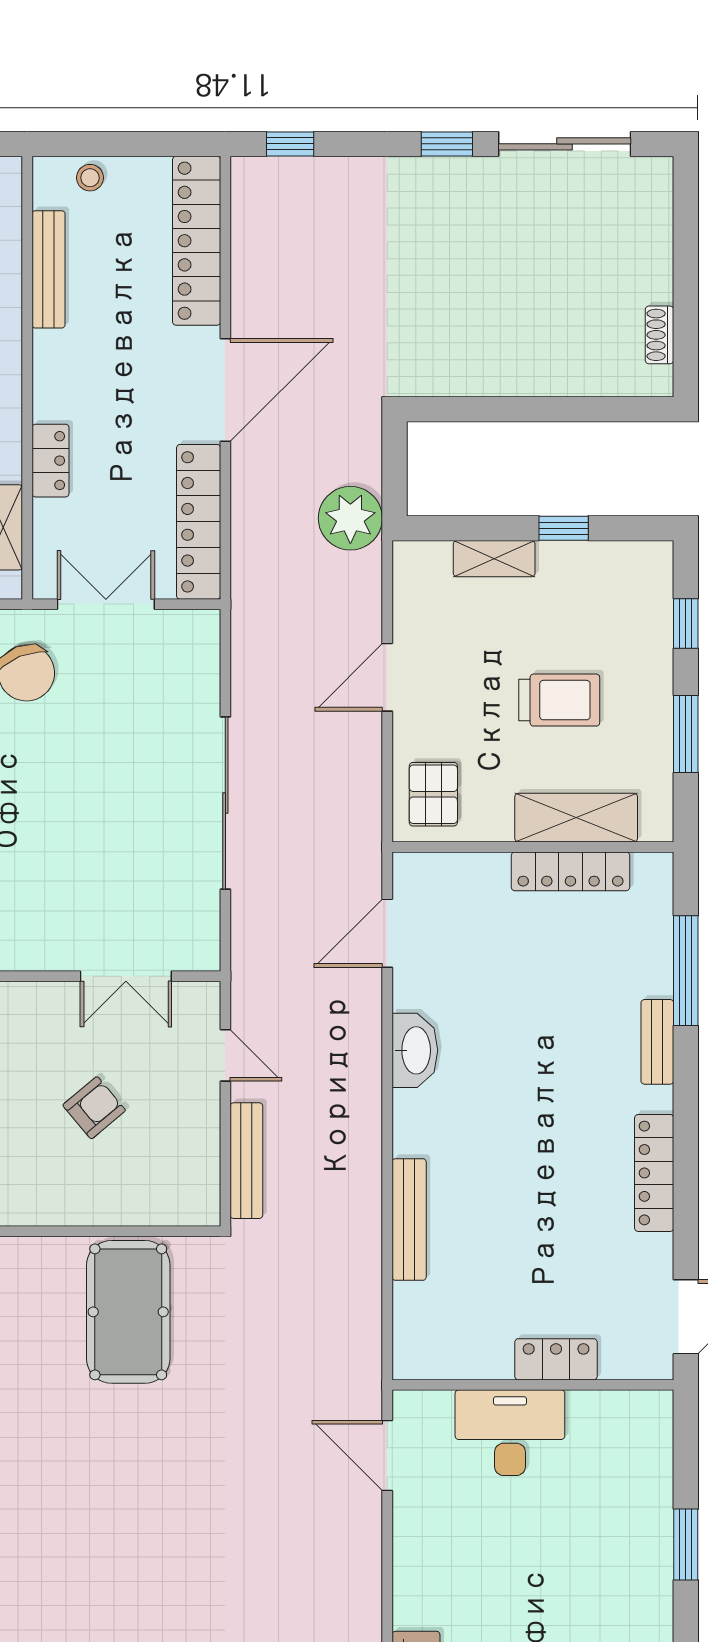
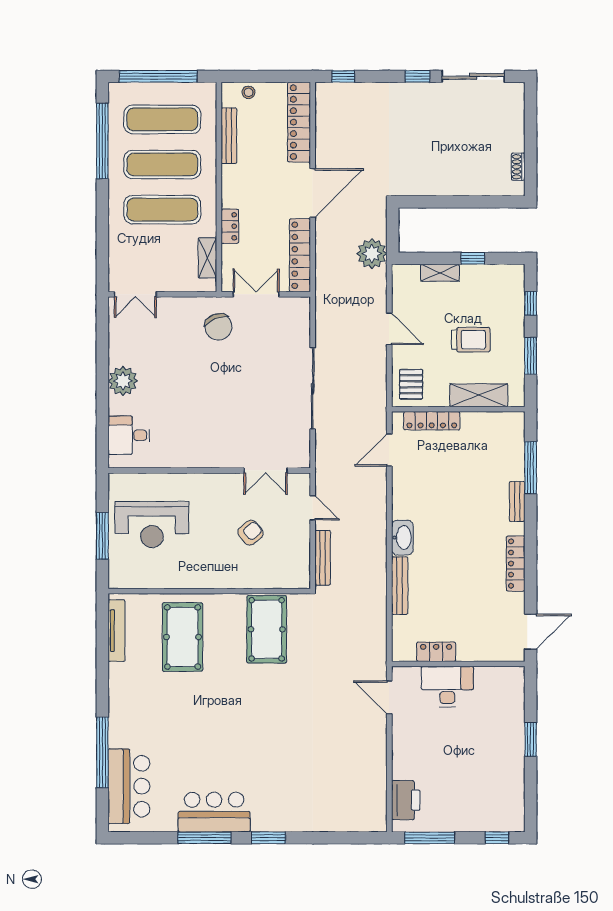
door: (387, 677) -> (389, 329), swing flipped
locker: (570, 871) -> (432, 421), moved
washbasin: (415, 1050) -> (402, 538), moved
locker: (556, 1359) -> (436, 652), moved

